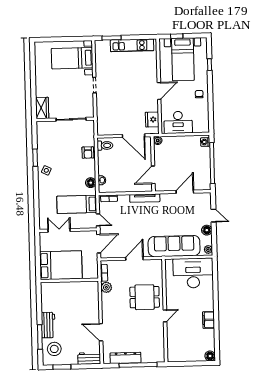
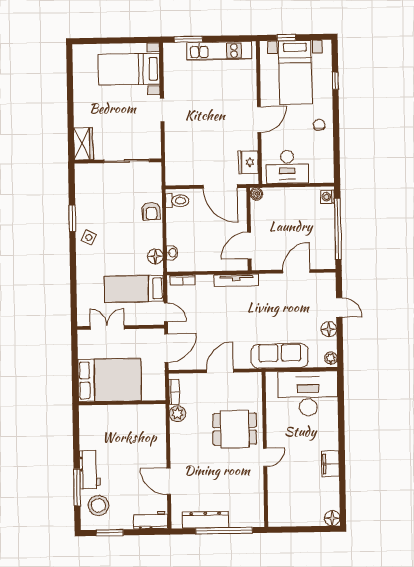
sofa: (174, 246) -> (280, 356), width x0.74, depth x0.79

